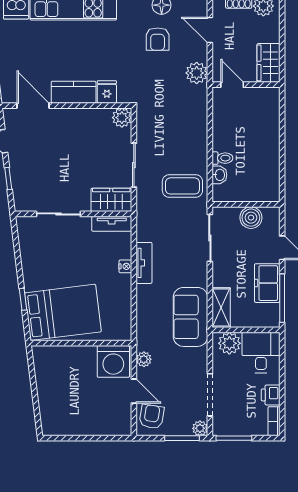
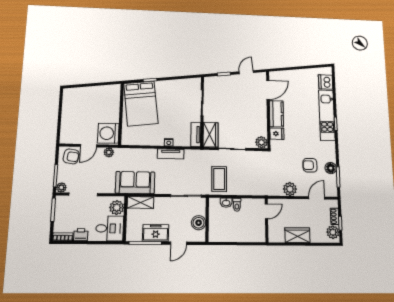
door: (232, 85) -> (266, 211), moved
wall: (246, 85) -> (267, 220), moved

